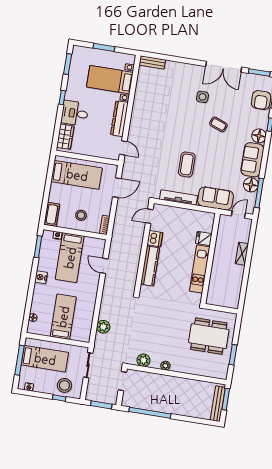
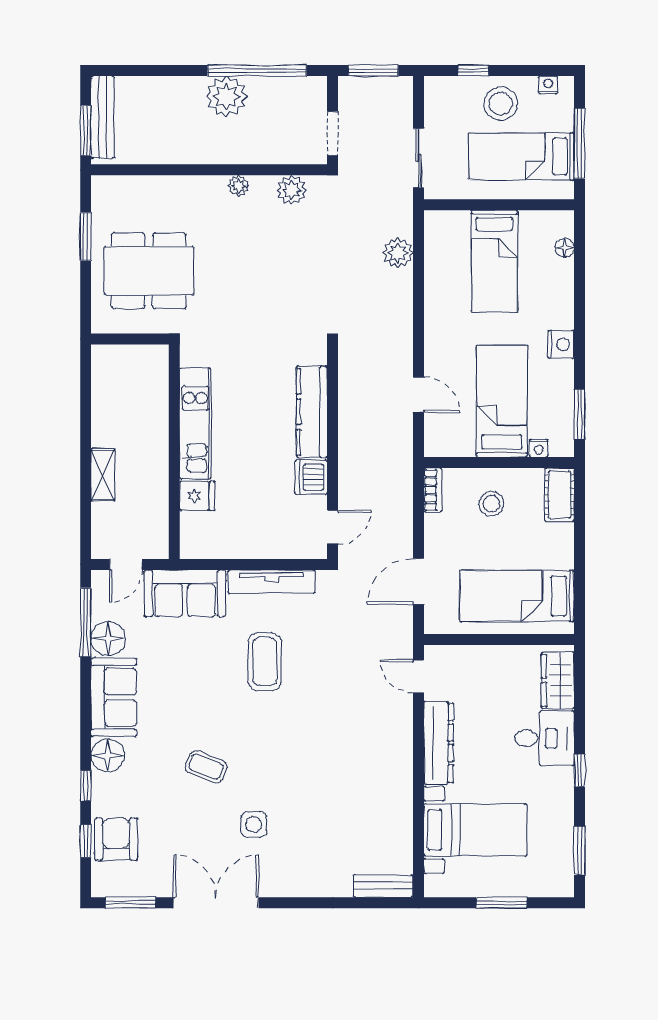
stool: (64, 385) -> (501, 104), moved
plant: (164, 404) -> (226, 97), added

